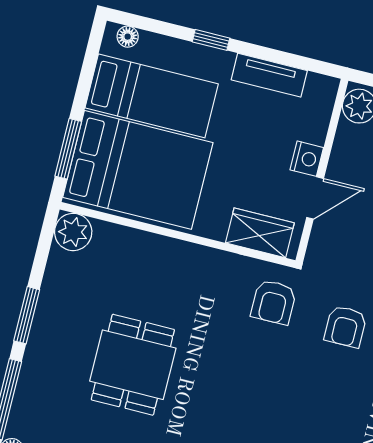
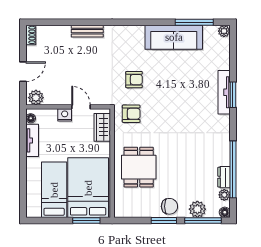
floor lamp: (128, 37) -> (31, 118), moved
window: (211, 40) -> (23, 170), removed
plant: (73, 232) -> (197, 209), moved
chair: (54, 335) -> (169, 206), added
dining table: (133, 365) -> (139, 167), moved, turned 90

